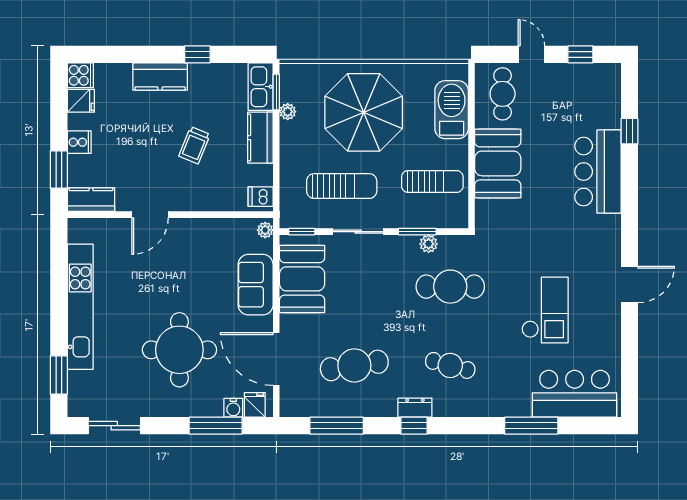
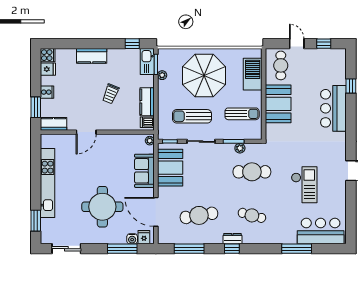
window: (197, 54) -> (132, 44), moved
kitchen counter: (260, 138) -> (147, 102), moved
sun lounger: (342, 186) -> (192, 116), turned 180

